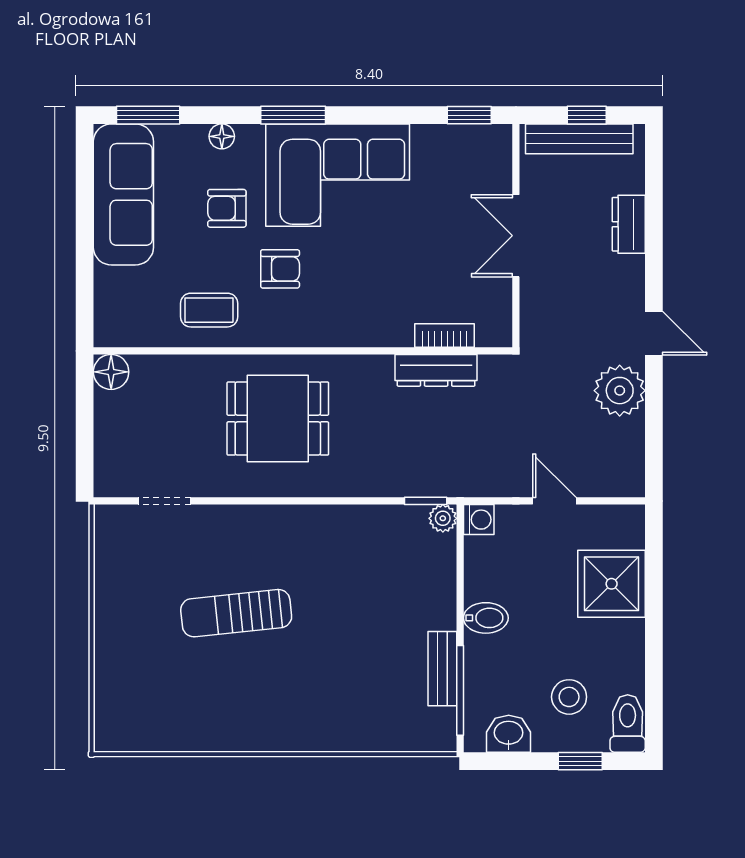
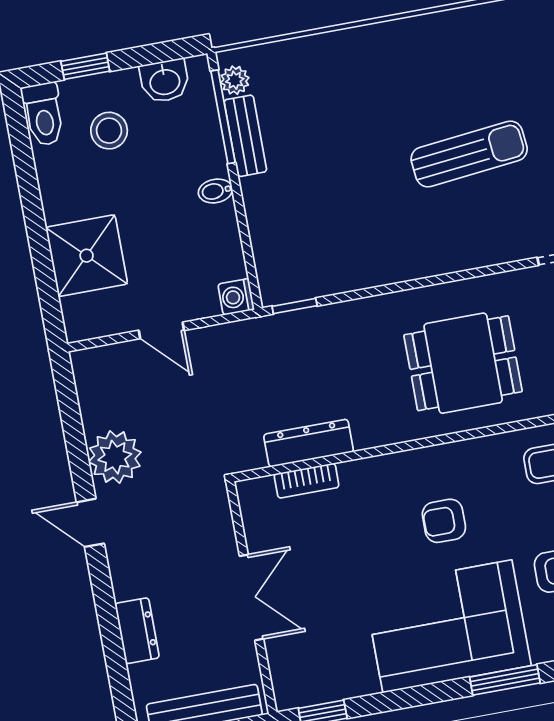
armchair: (280, 269) -> (444, 521), moved
plant: (443, 518) -> (235, 80), moved
bidet: (486, 618) -> (215, 191), width x0.72, depth x0.74

